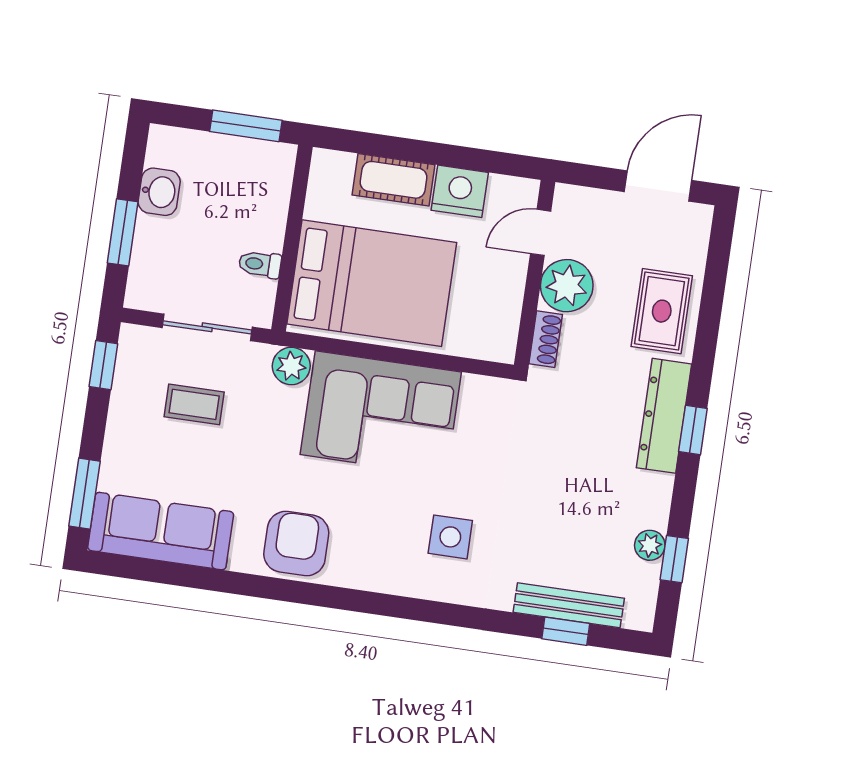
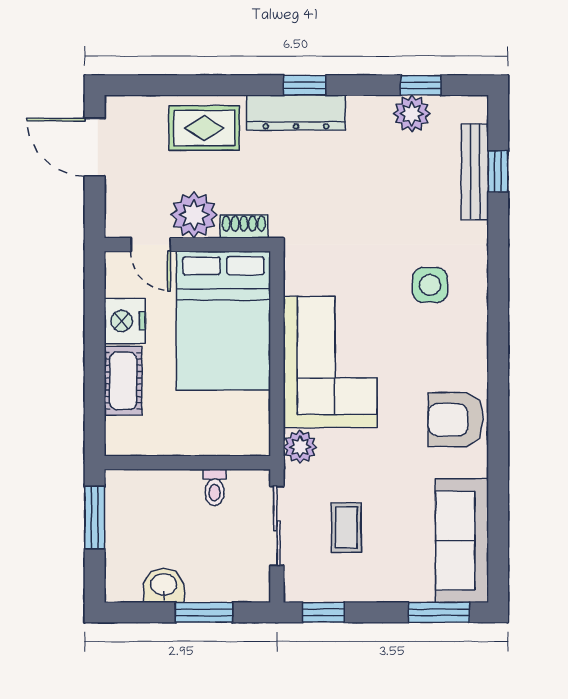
bed: (372, 283) -> (223, 321), moved, turned 180
plant: (650, 545) -> (412, 114), width x1.38, depth x1.38

